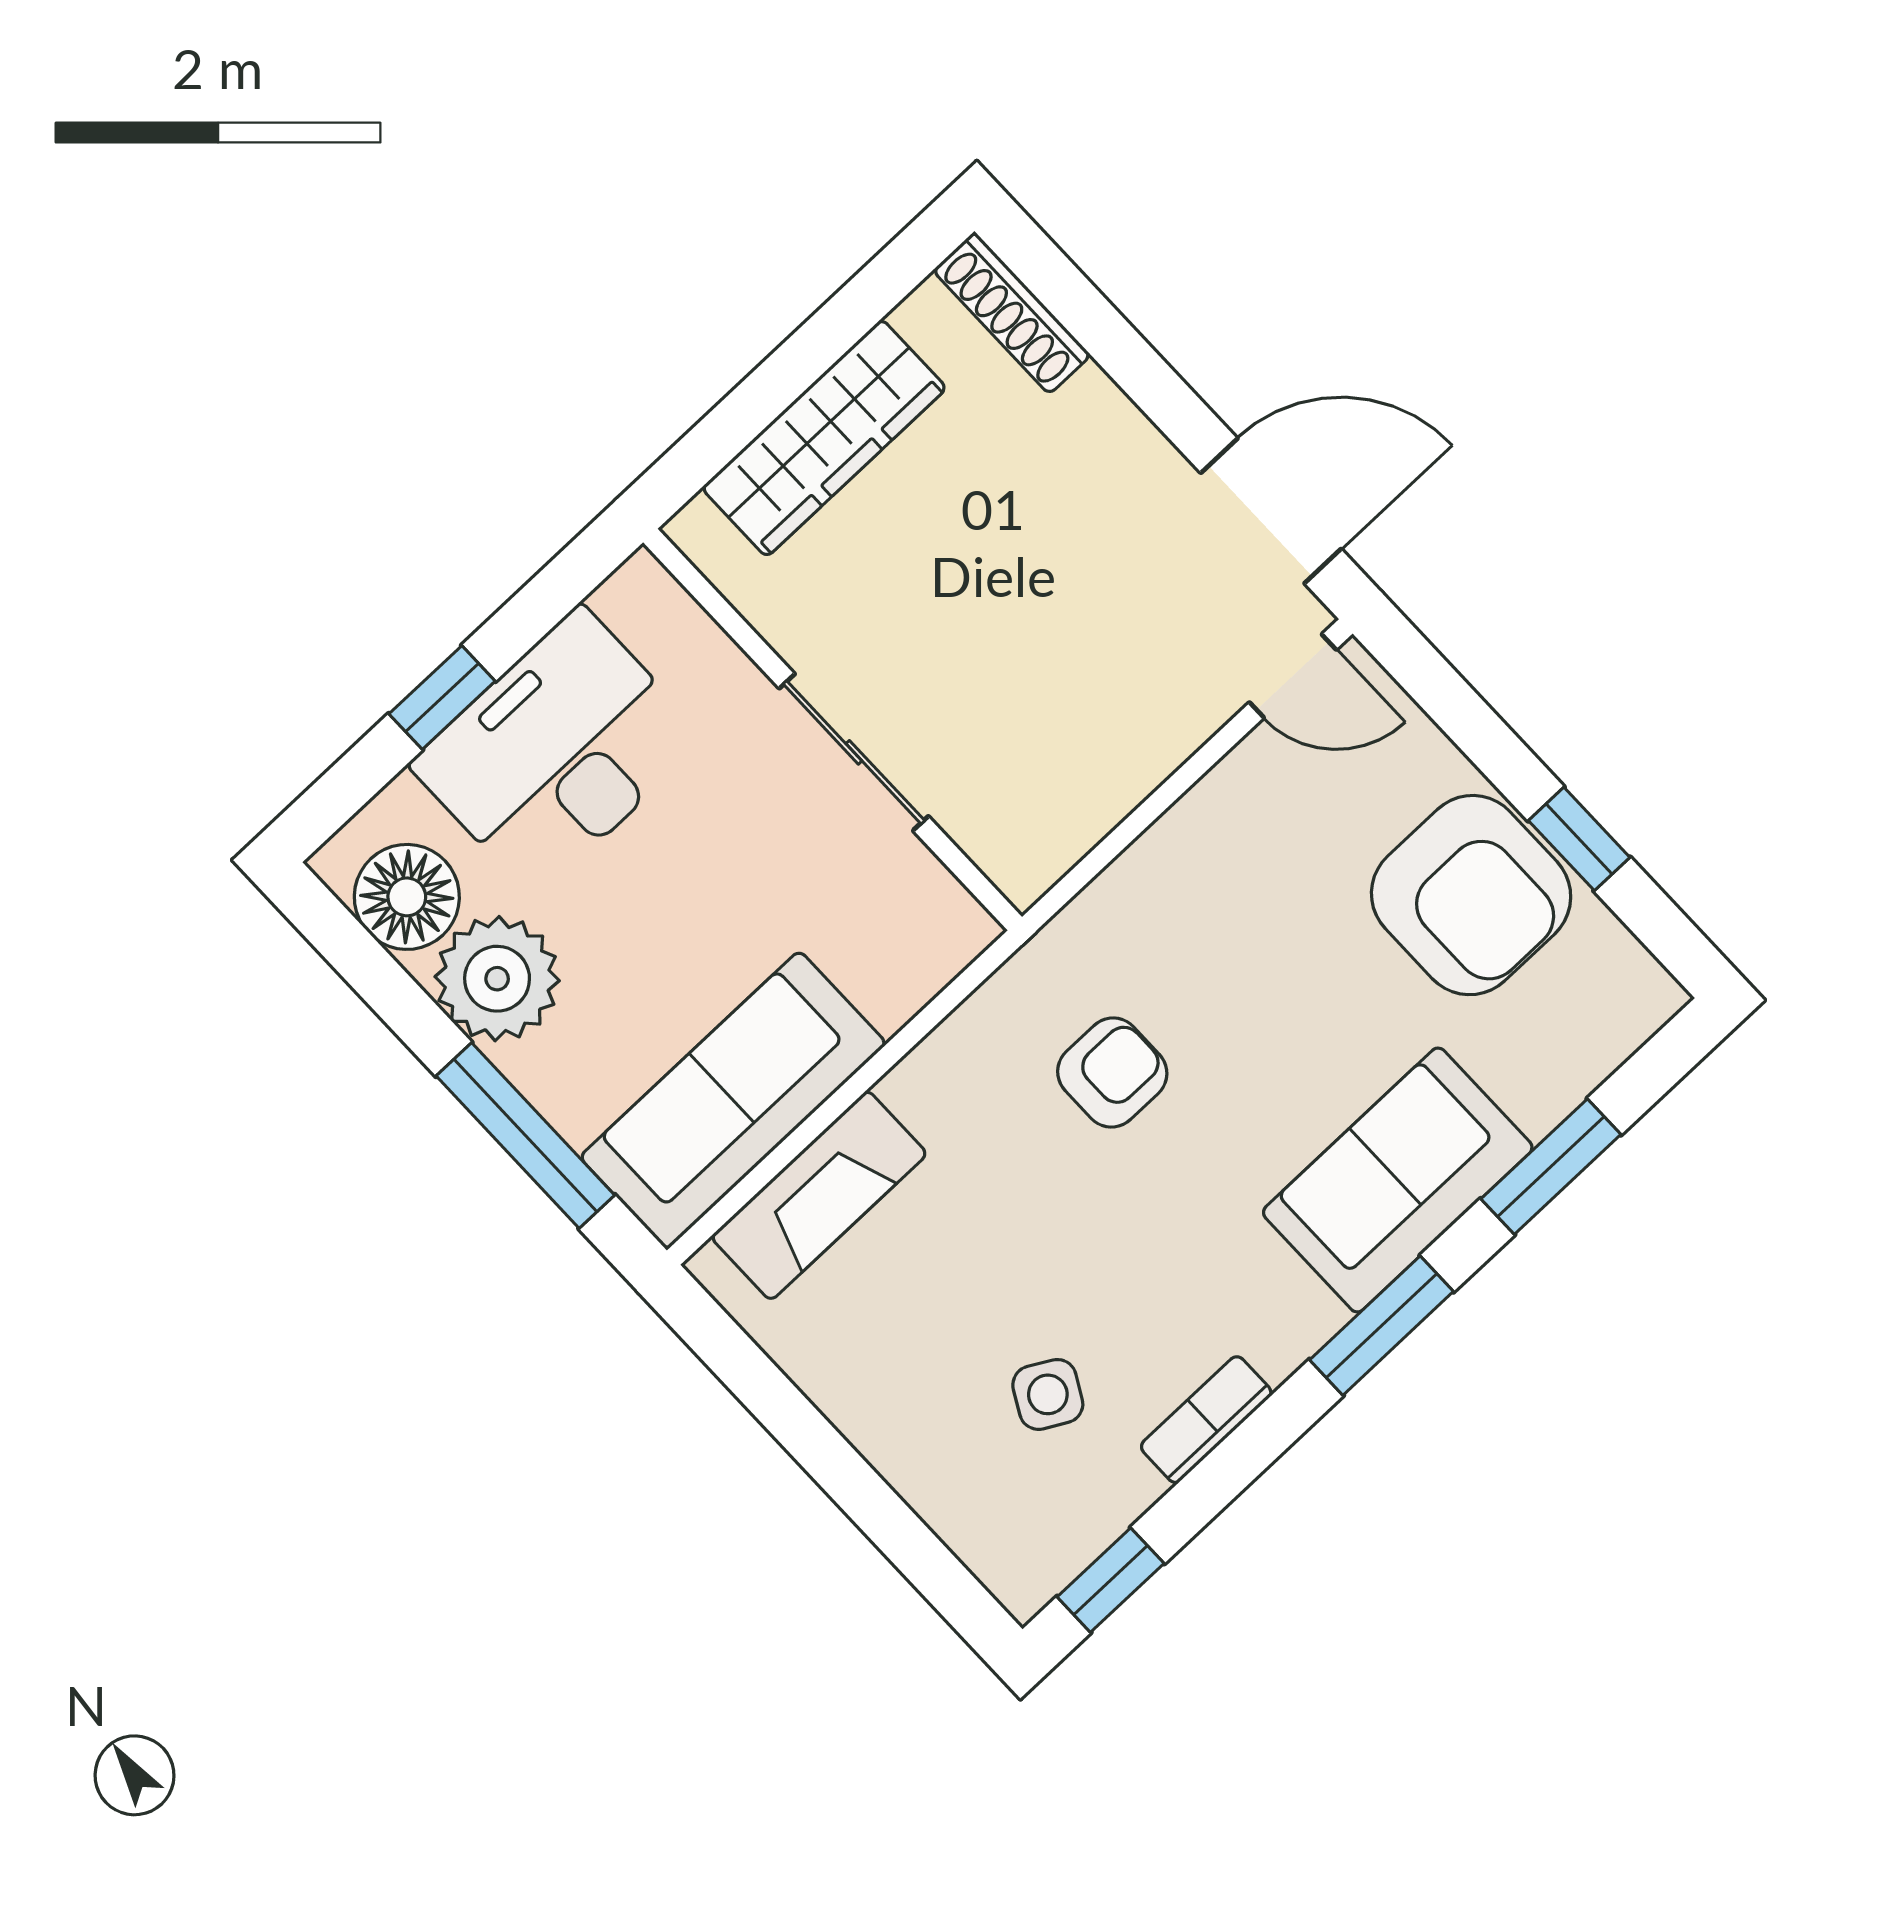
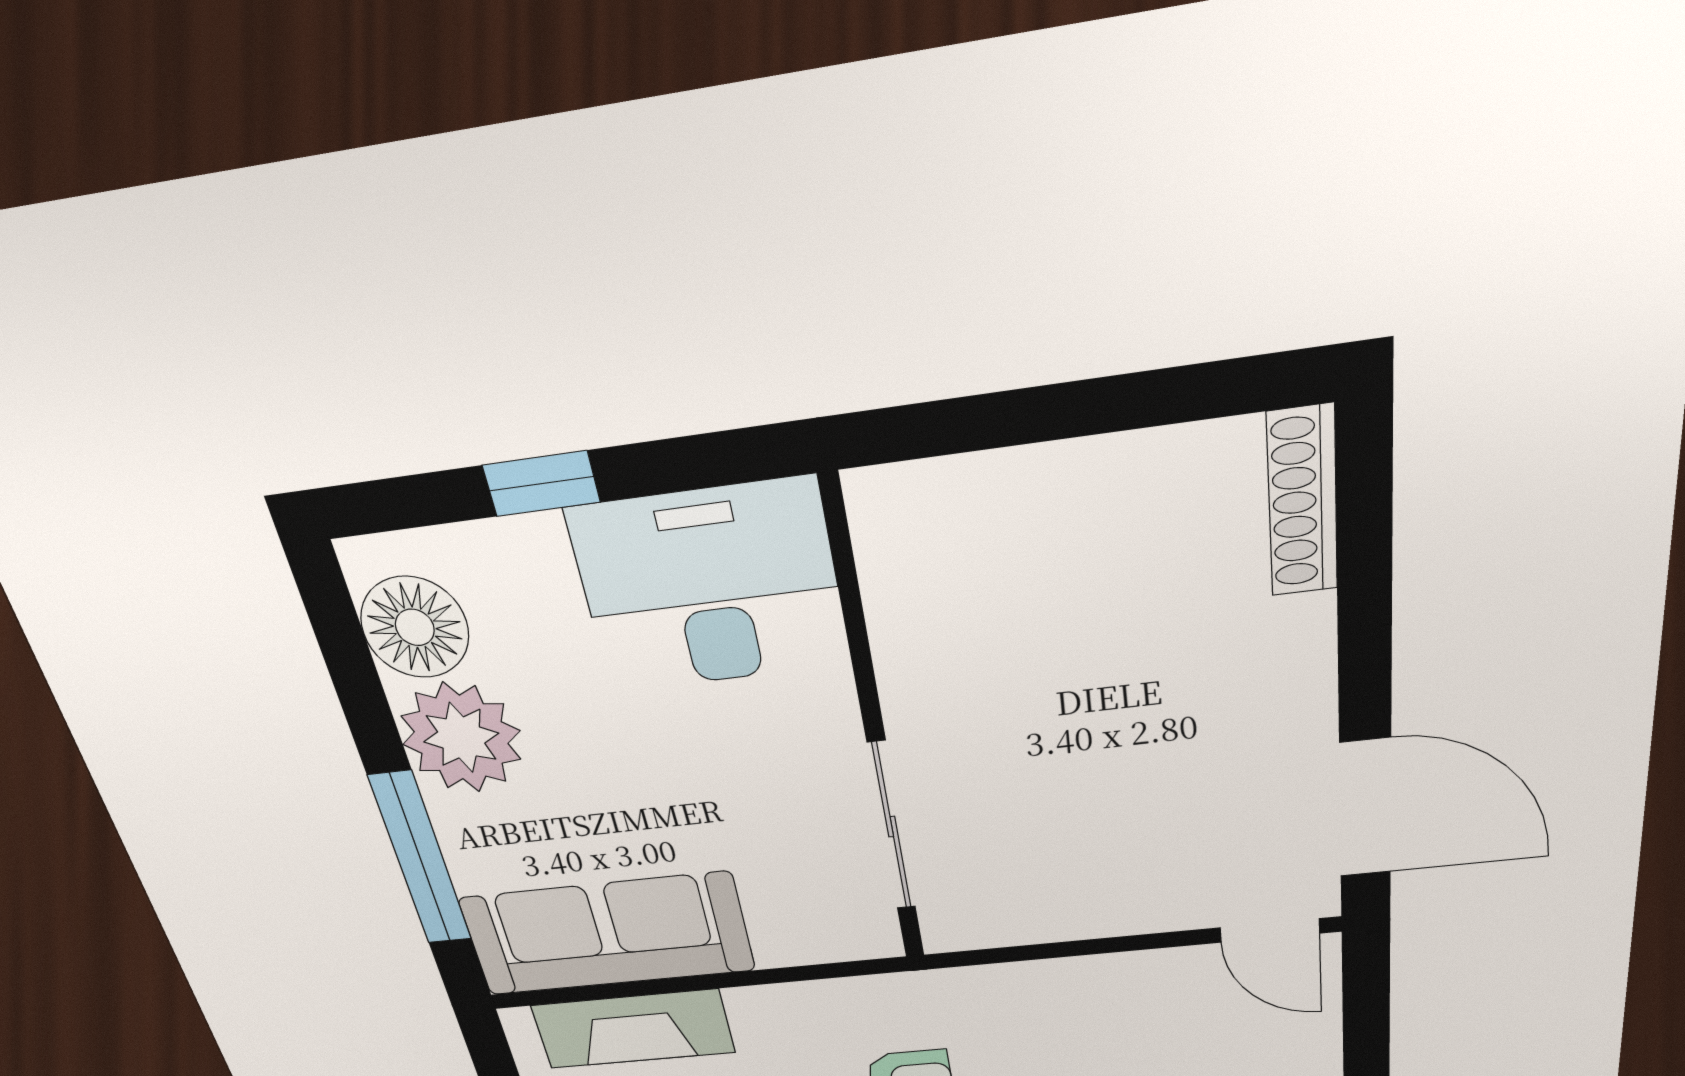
wardrobe: (824, 438) -> (1048, 494), removed
desk: (558, 752) -> (710, 587), moved
sliding door: (854, 752) -> (892, 827), moved

